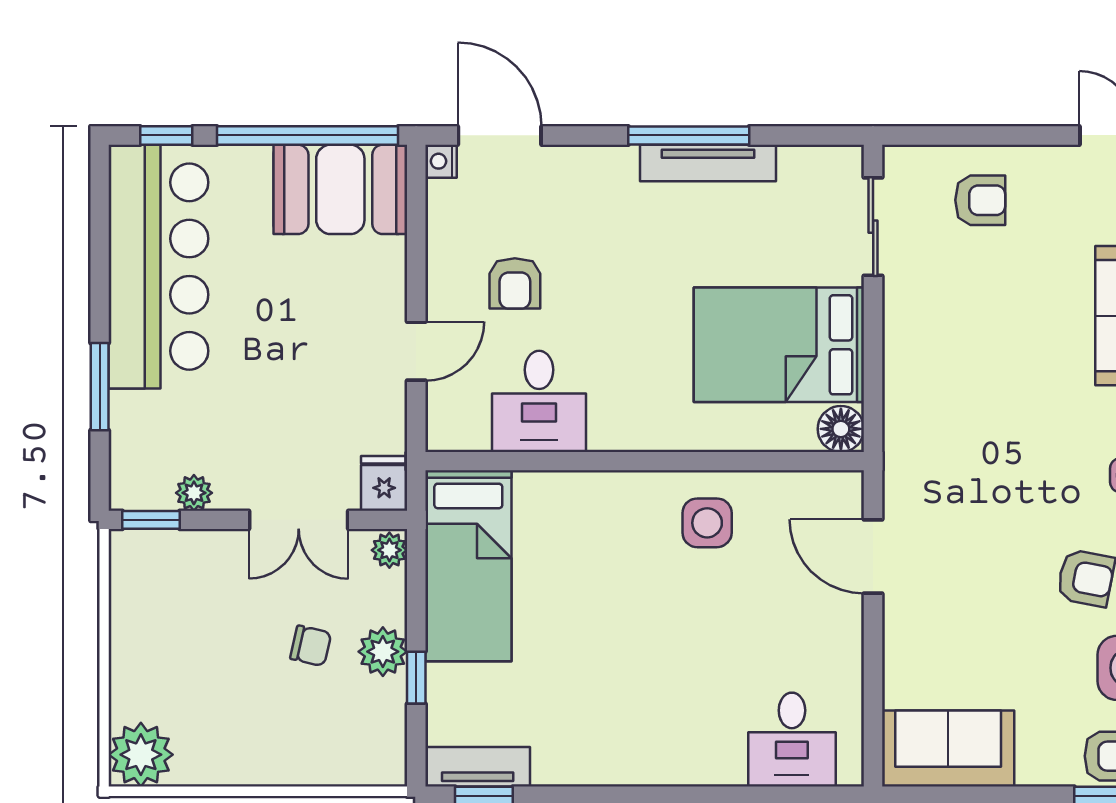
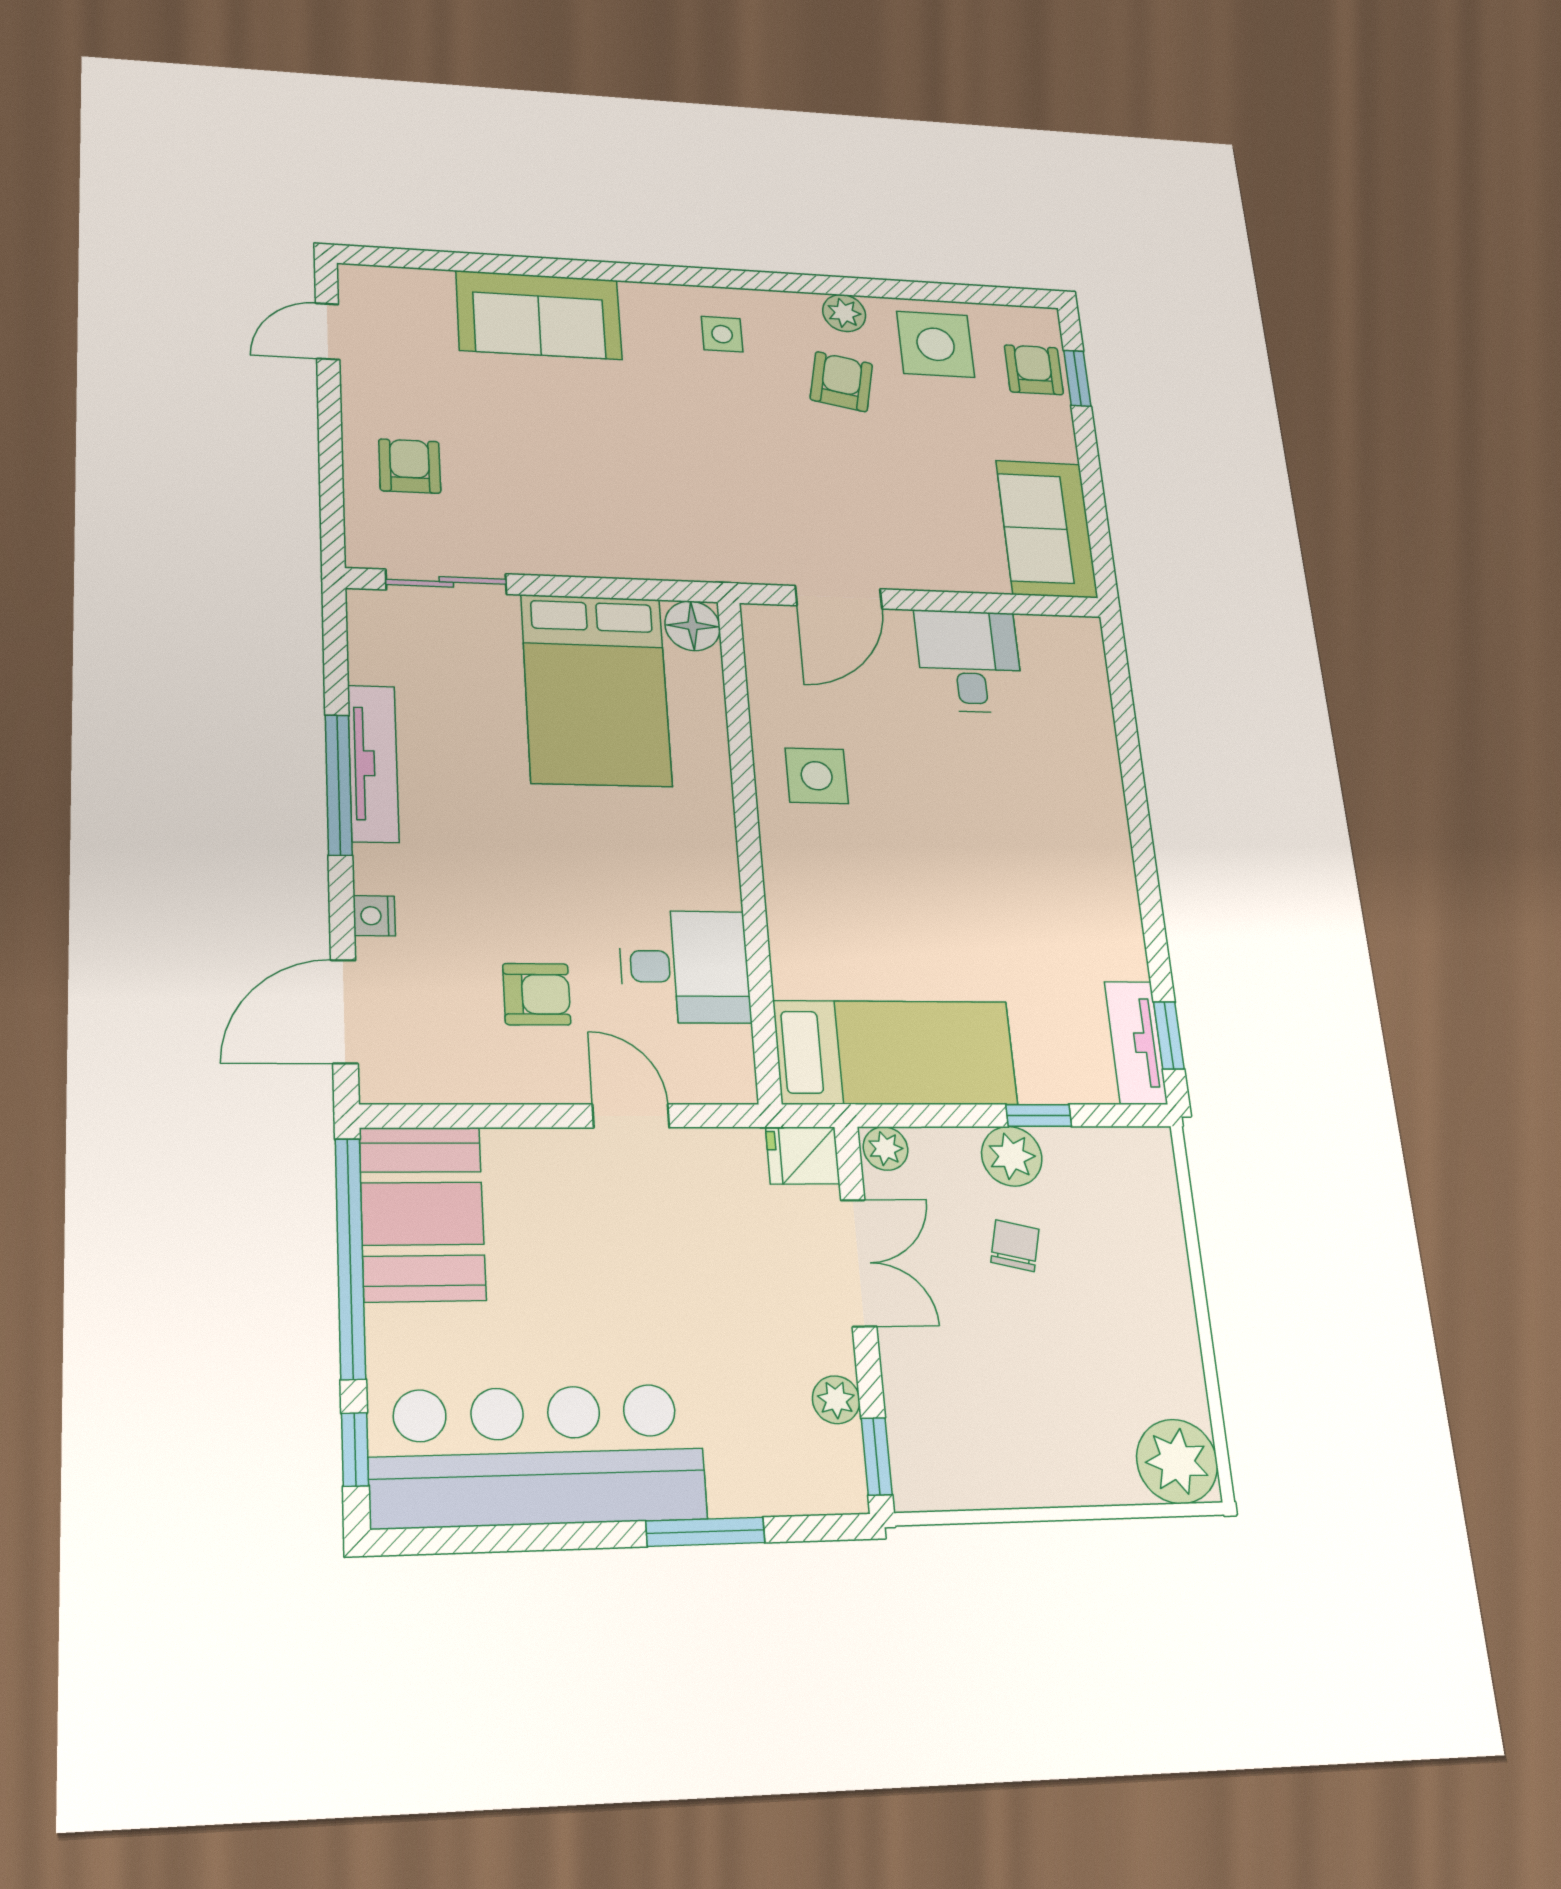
nightstand: (441, 161) -> (374, 916), moved, turned 90
desk: (792, 740) -> (969, 661), moved, turned -90

